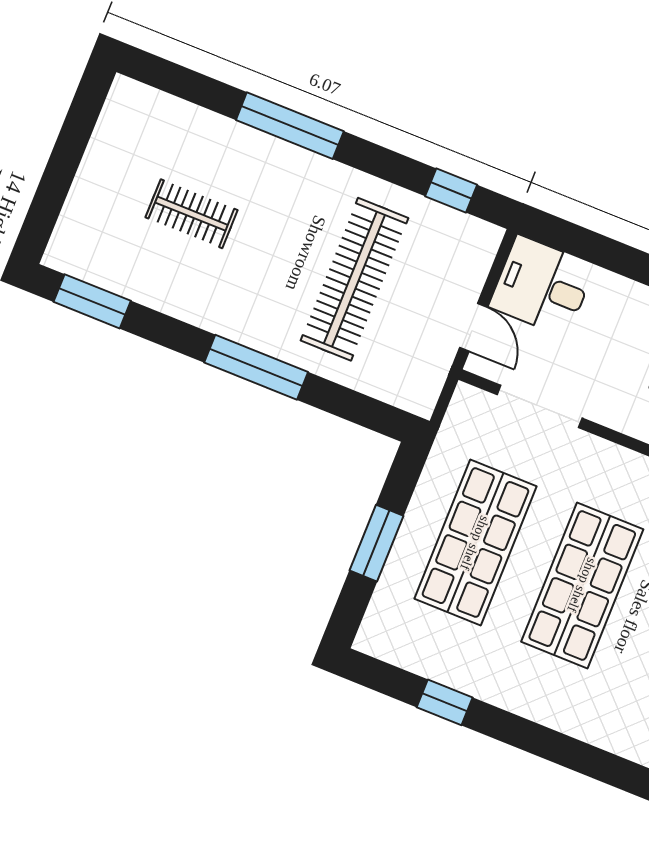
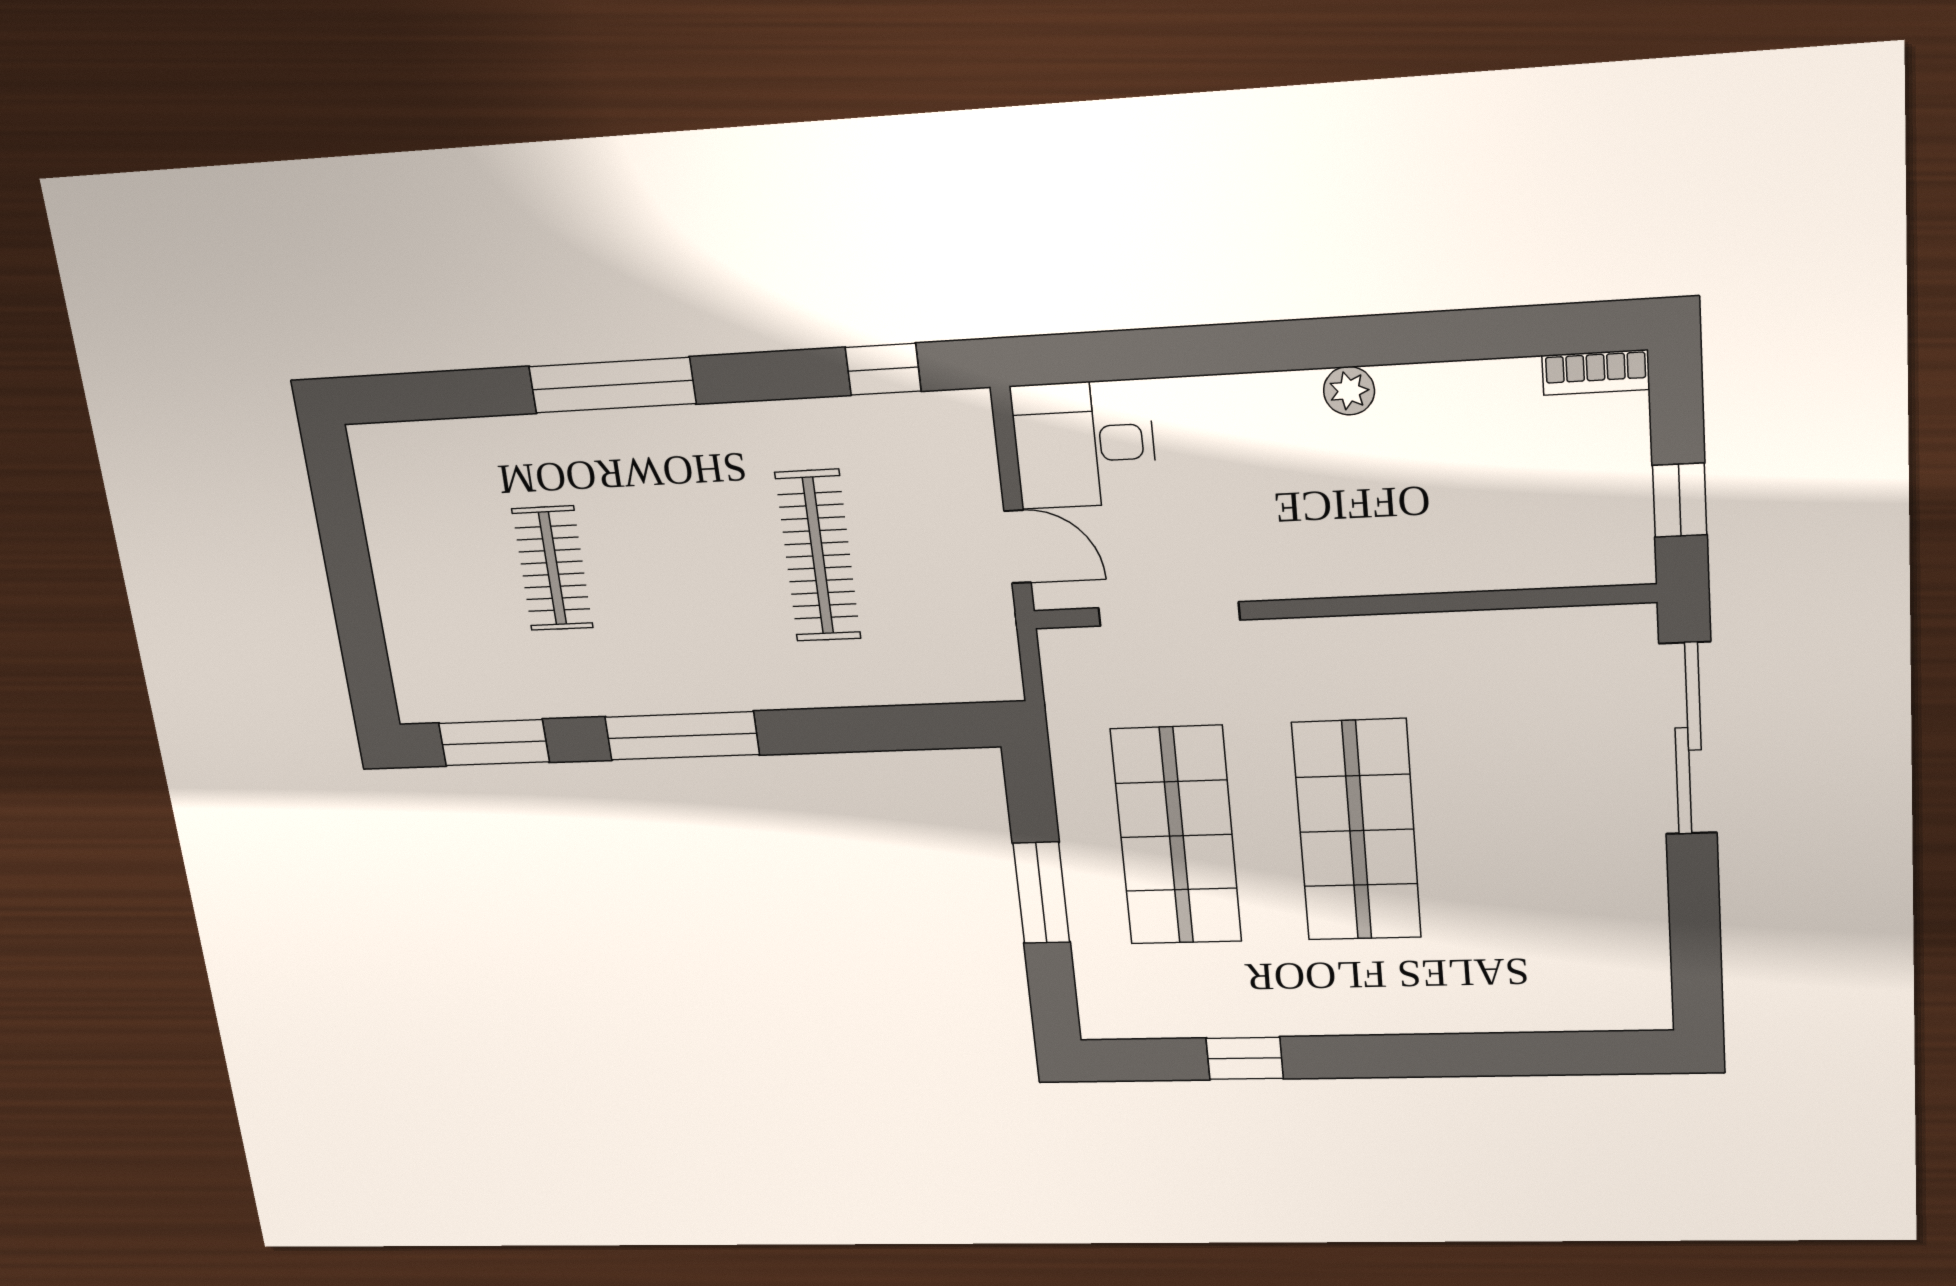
clothes rail: (191, 214) -> (552, 568), turned 90
clothes rail: (354, 279) -> (818, 556), width x0.73, depth x0.76
window: (256, 367) -> (682, 736), moved

